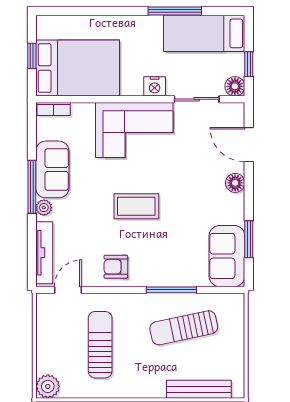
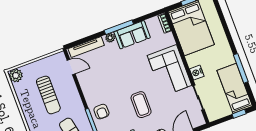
window: (249, 64) -> (239, 114), moved
floor lamp: (235, 86) -> (213, 115), removed
coffee table: (136, 206) -> (141, 105), moved
armchair: (116, 267) -> (101, 112), moved, turned 180
sun lounger: (100, 345) -> (48, 95), turned 90

